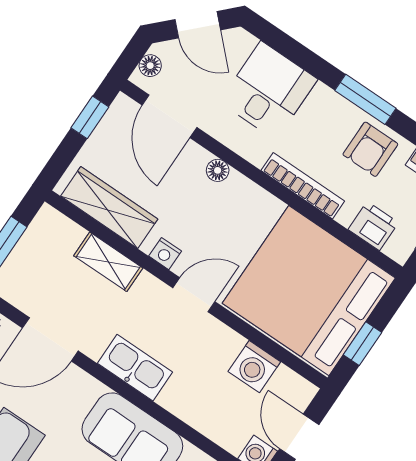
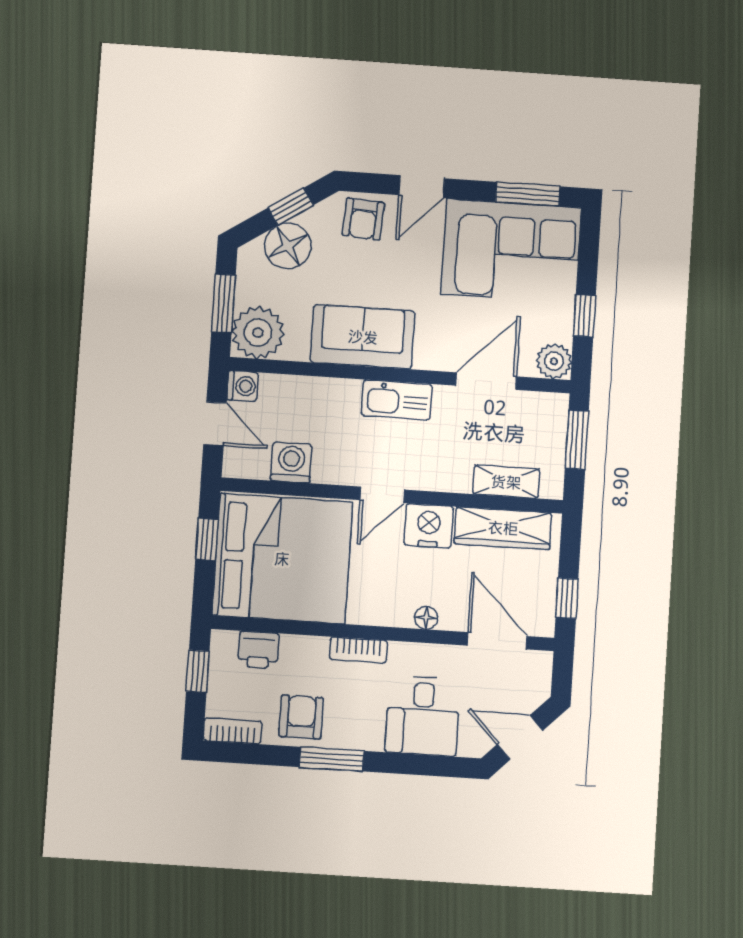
floor lamp: (150, 66) -> (541, 676), removed
bookcase: (303, 186) -> (358, 650), width x0.64
nightstand: (165, 254) -> (429, 526), width x1.89, depth x1.79
shelving: (108, 262) -> (506, 482), moved

